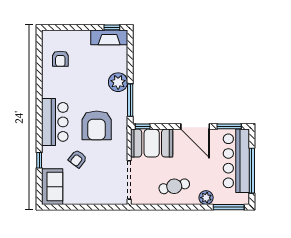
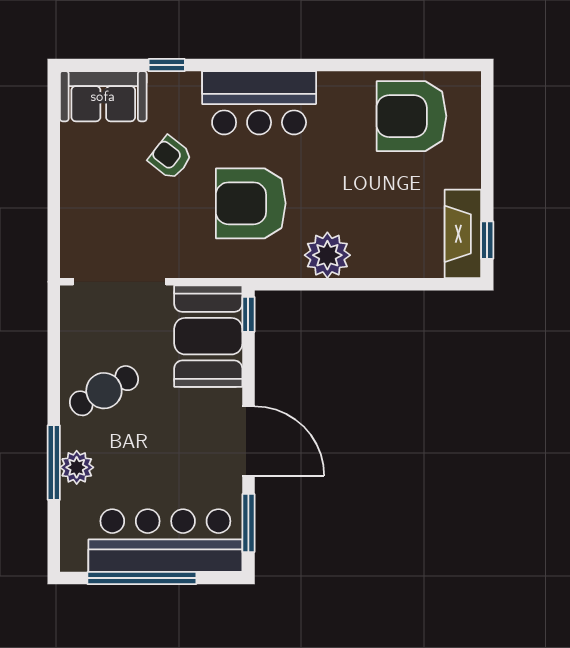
armchair: (60, 59) -> (411, 116), width x1.88, depth x1.88
plant: (118, 82) -> (327, 255), moved
window: (130, 100) -> (312, 284), removed
door: (195, 126) -> (248, 441), swing flipped
cafe table: (174, 186) -> (104, 391), turned 74
window: (229, 207) -> (54, 463), moved

